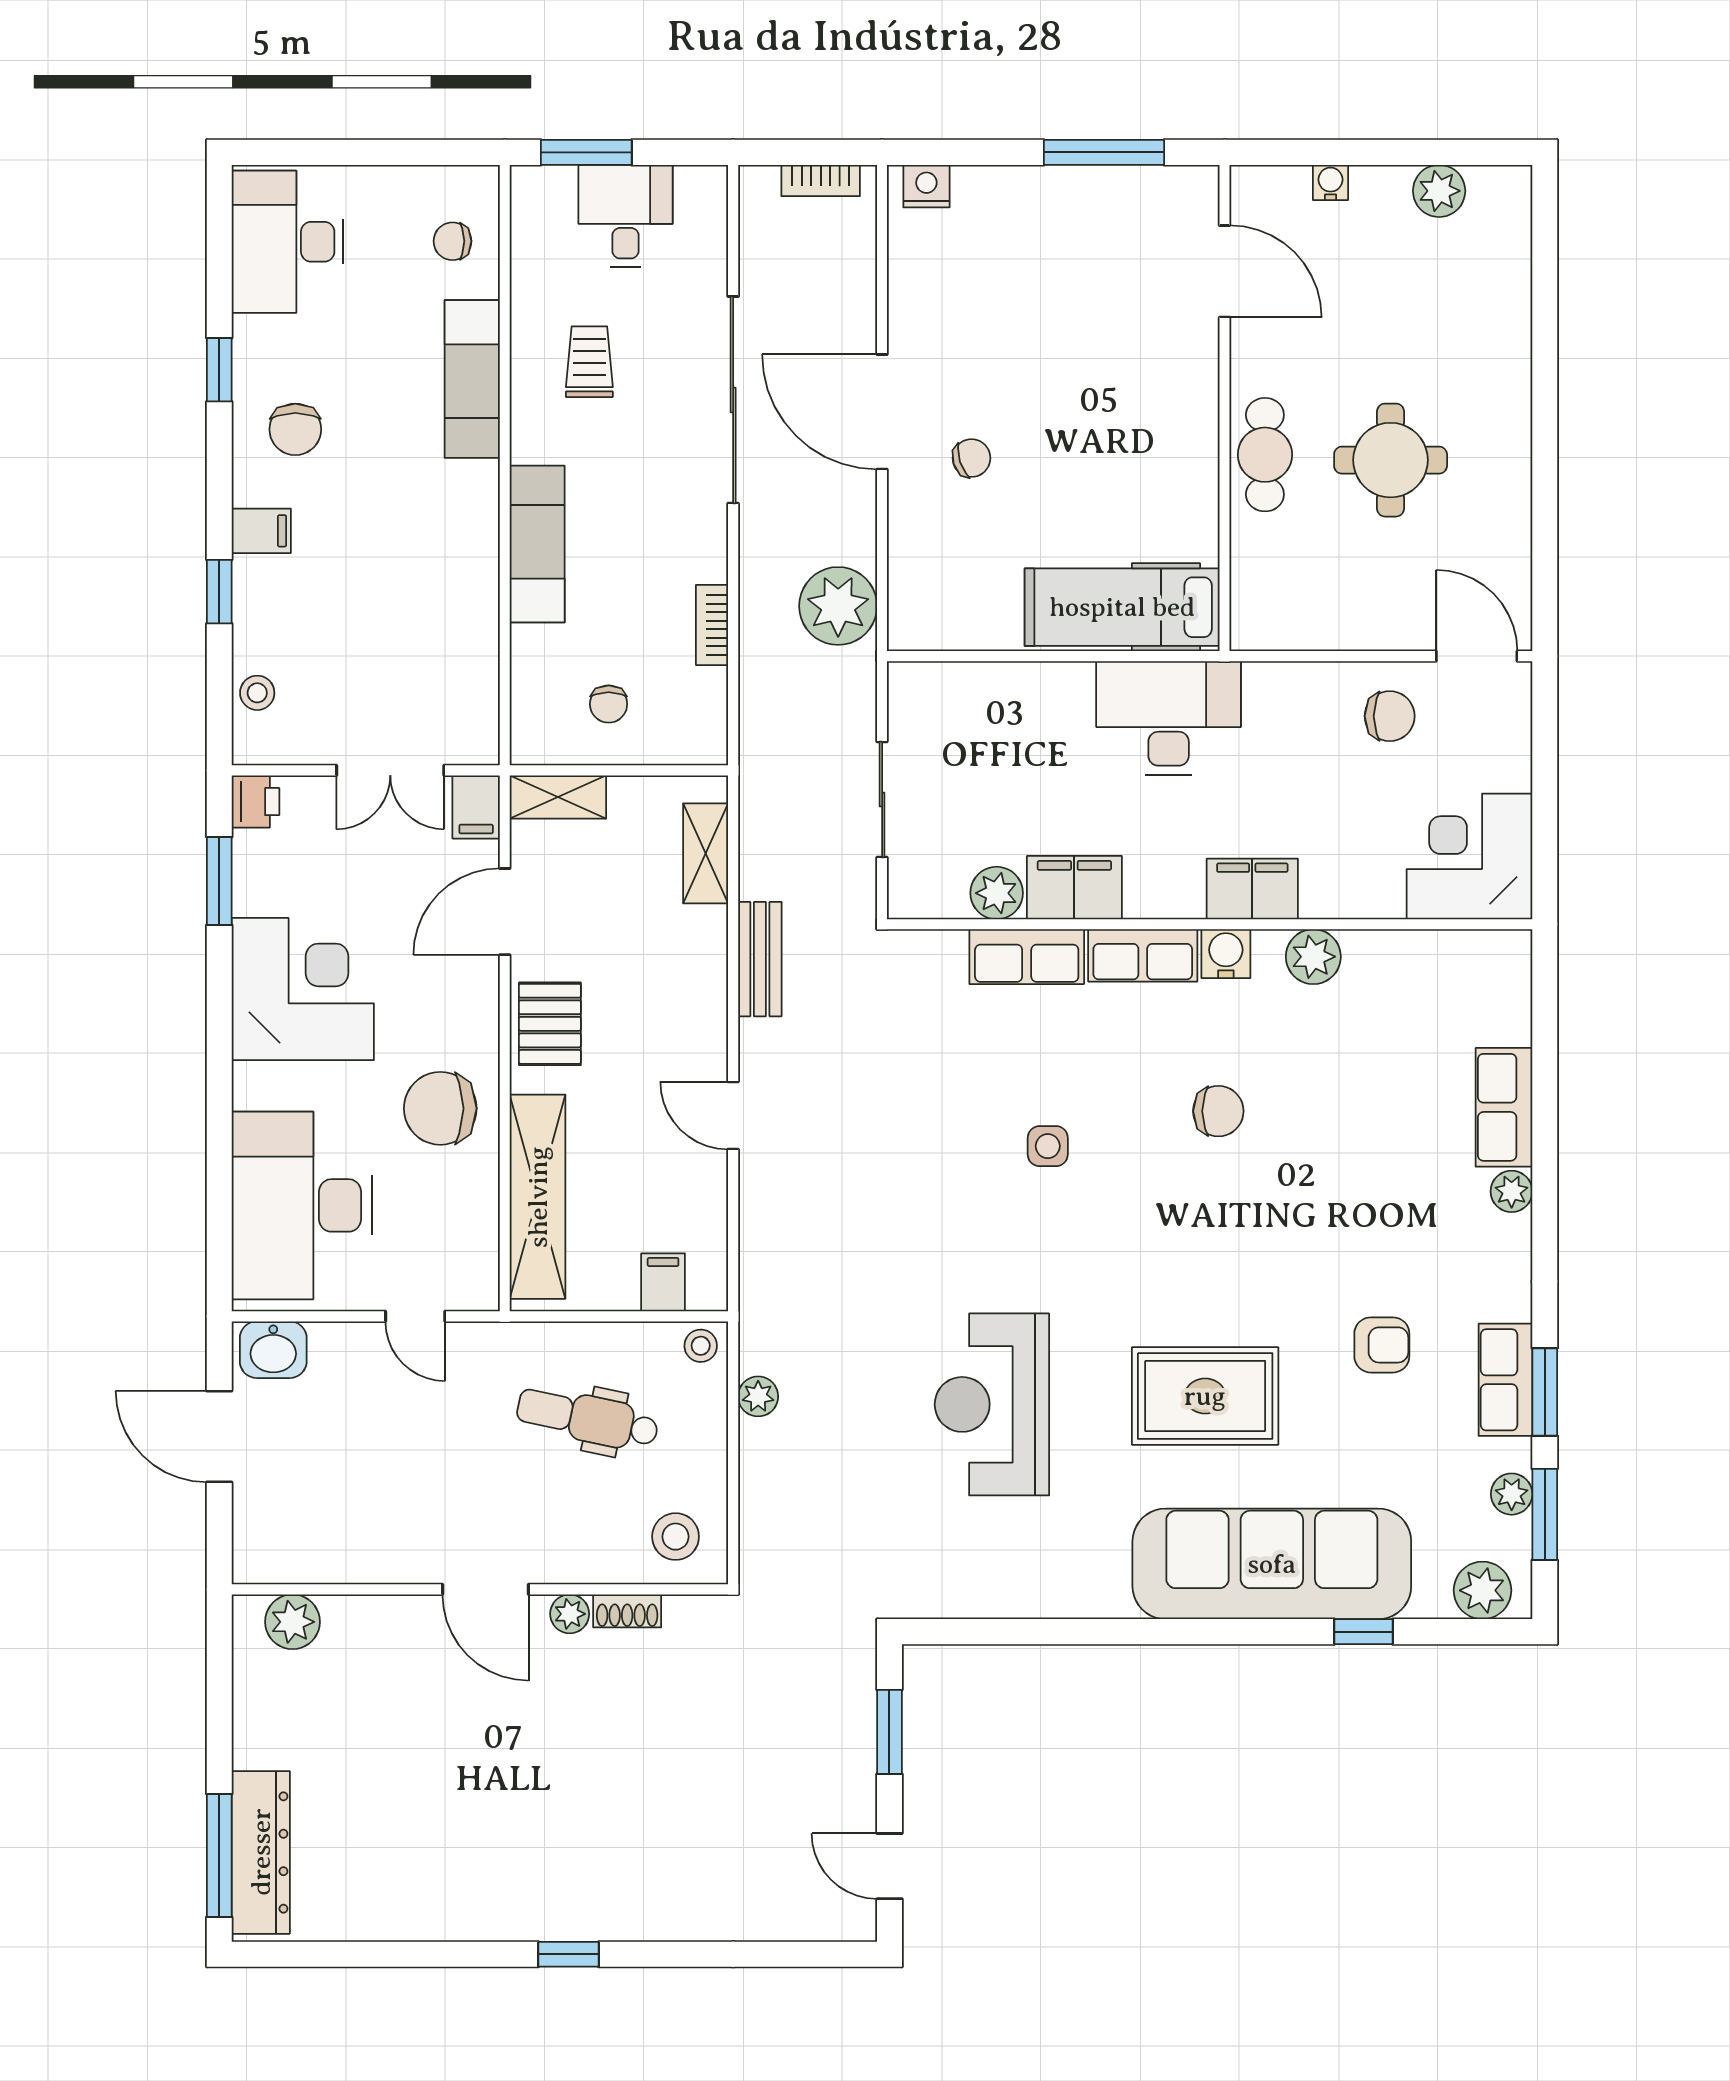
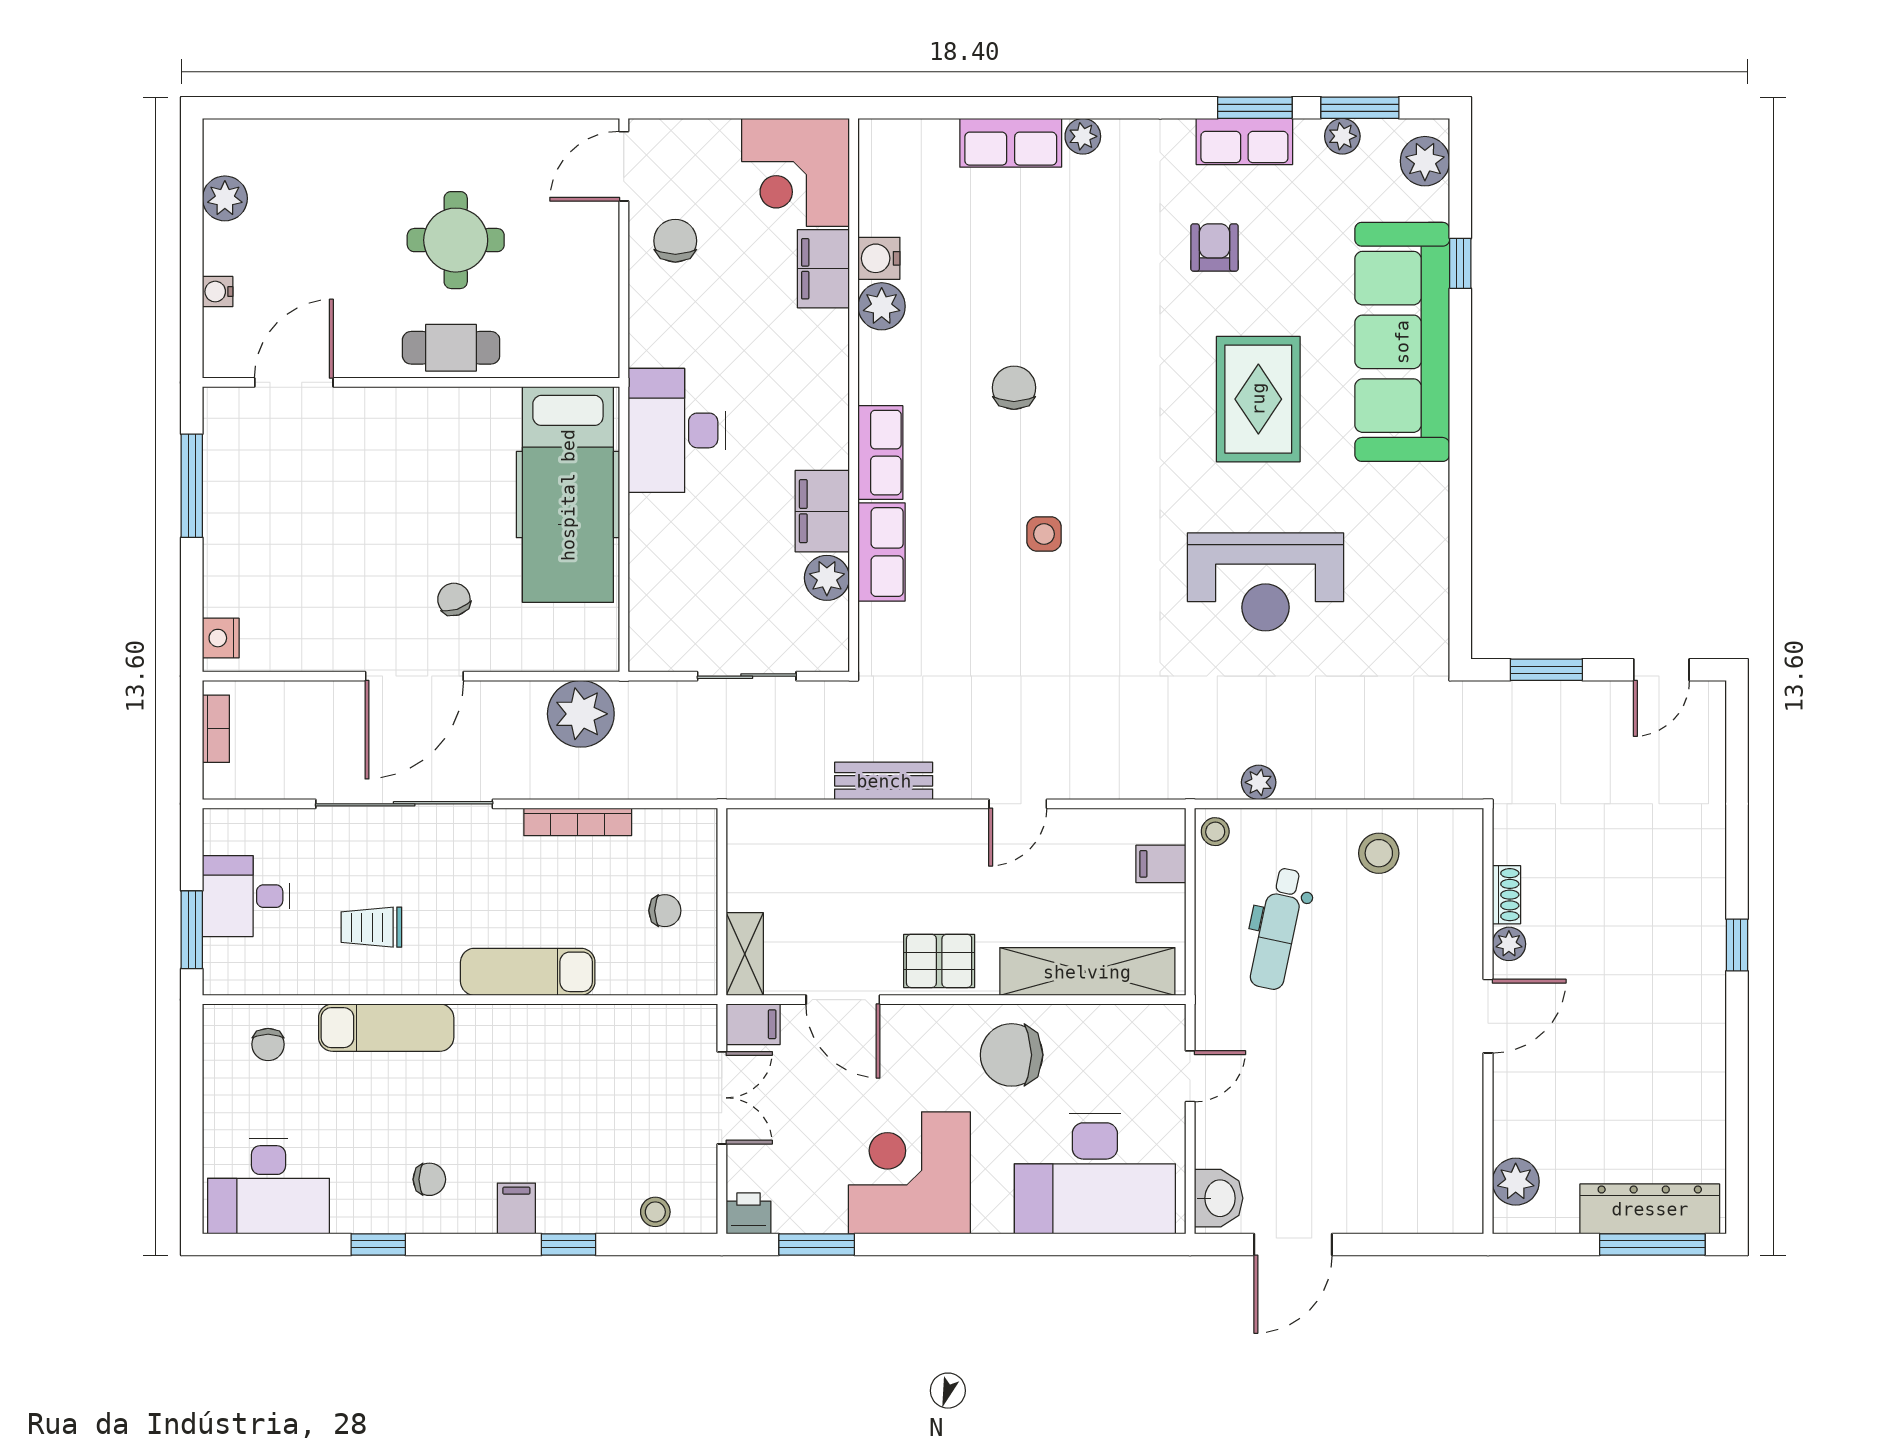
chair: (295, 429) -> (429, 1179), width x0.73, depth x0.73
hospital bed: (1122, 607) -> (568, 495), width x1.37, depth x1.29
bookcase: (712, 625) -> (578, 822), width x1.56
shelving: (706, 853) -> (793, 827), removed
filing cabinet: (1252, 889) -> (823, 269), moved
water cooler: (1226, 954) -> (879, 258), moved
chair: (440, 1108) -> (1012, 1055), turned 90
wall: (480, 1589) -> (1488, 1021), moved
door: (486, 1589) -> (1488, 1016), moved
shoe rack: (627, 1611) -> (1506, 895), moved
plant: (570, 1614) -> (1509, 944), moved
plant: (292, 1622) -> (1516, 1182), moved

